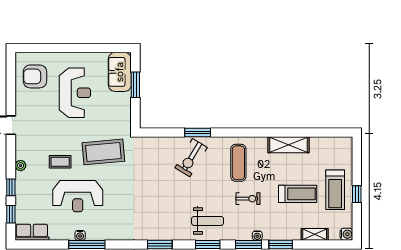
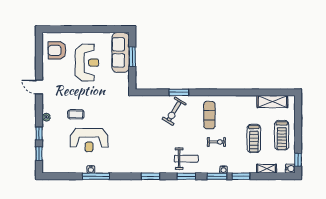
sofa: (120, 72) -> (121, 52), width x1.36
shelving: (289, 145) -> (272, 102), moved
coffee table: (103, 152) -> (108, 107), removed
treadmill: (298, 194) -> (254, 138), turned 90
window: (357, 194) -> (298, 160), moved
row of seats: (32, 232) -> (55, 167), removed

